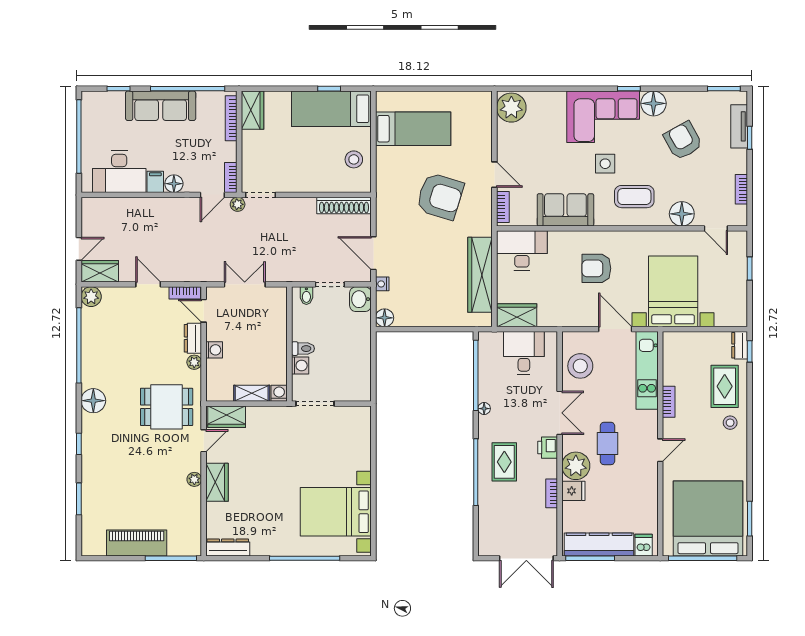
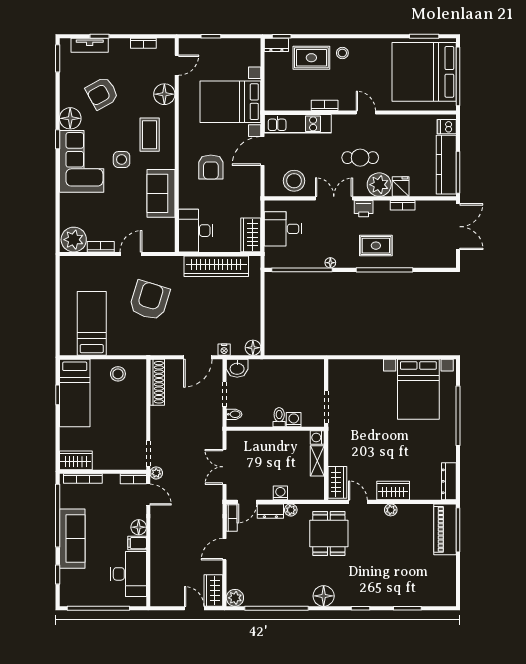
bookcase: (503, 207) -> (101, 247), moved
piano: (137, 543) -> (445, 529), moved

